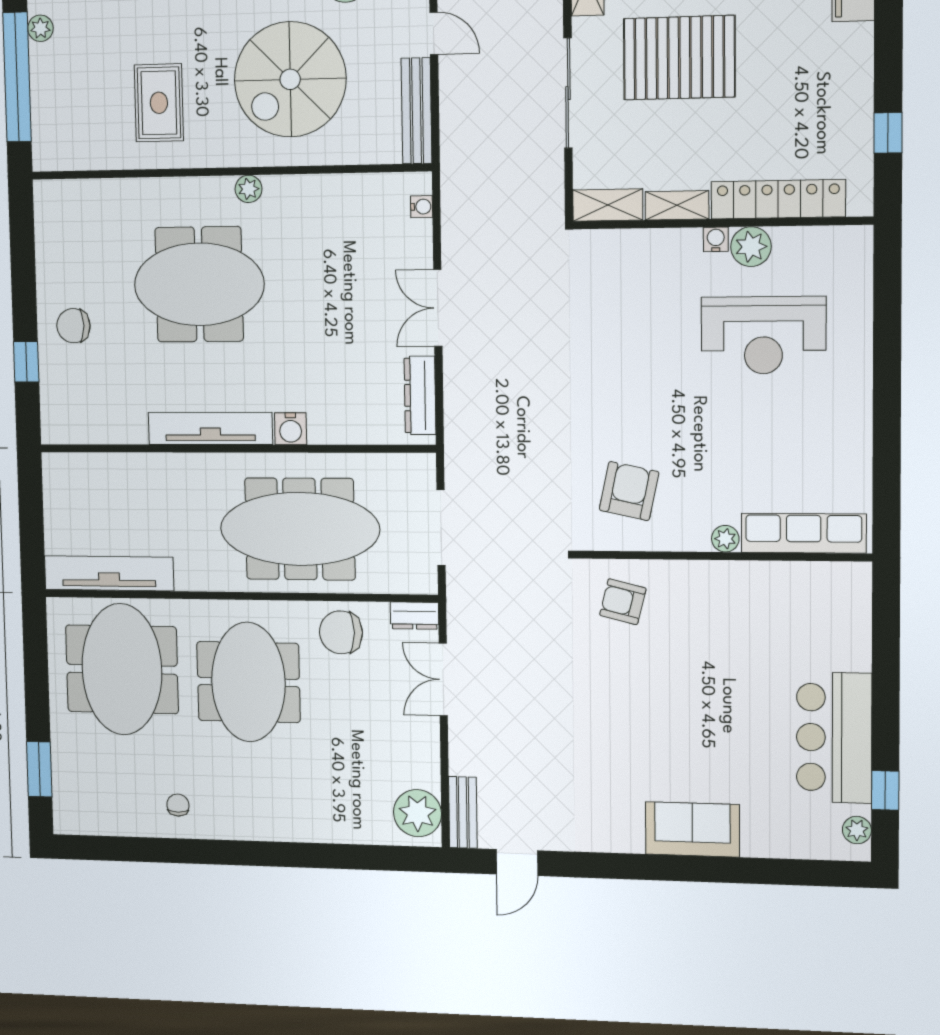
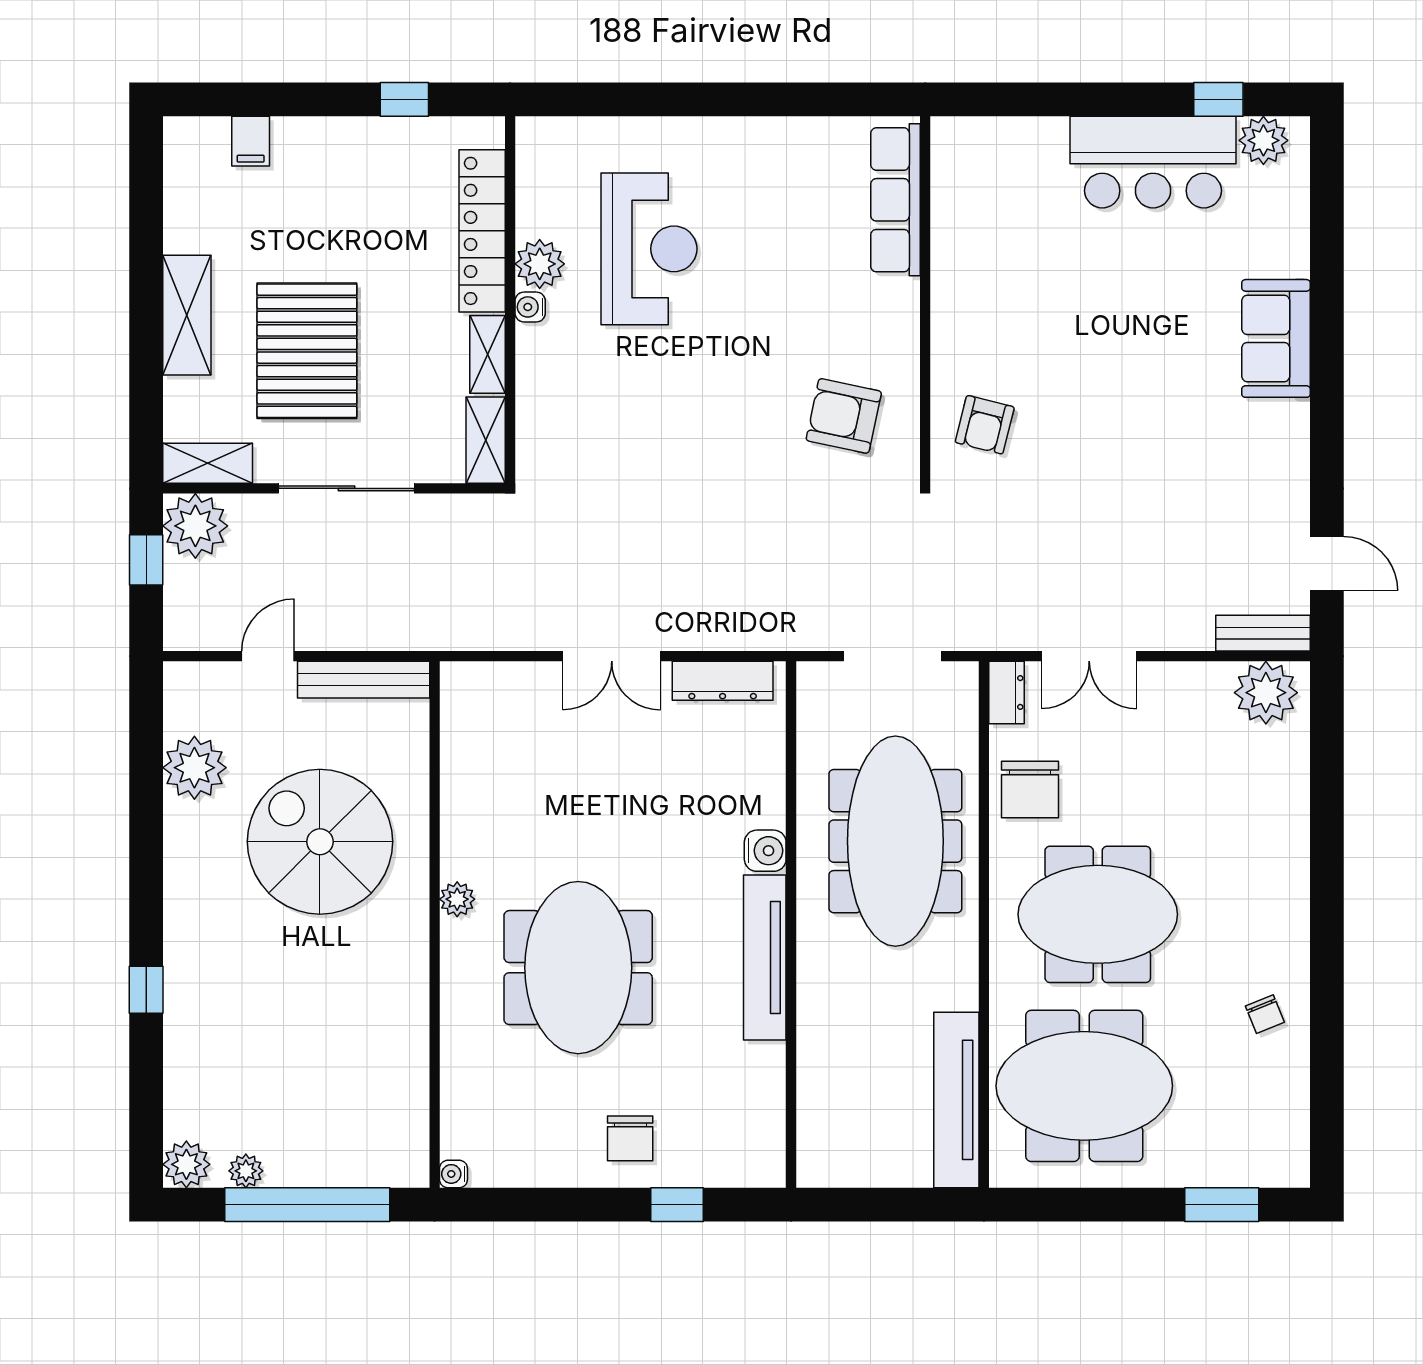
spiral stairs: (290, 79) -> (320, 842), turned 180
rug: (159, 103) -> (345, 1015), removed
water cooler: (422, 207) -> (453, 1174), moved, turned -90
plant: (725, 539) -> (903, 296), removed
chair: (178, 805) -> (1265, 1014), turned -112
plant: (857, 830) -> (1263, 140), width x1.38, depth x1.38

